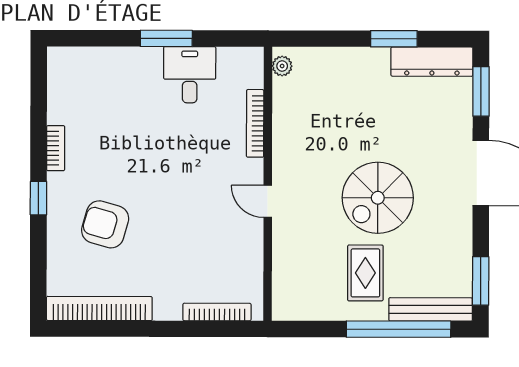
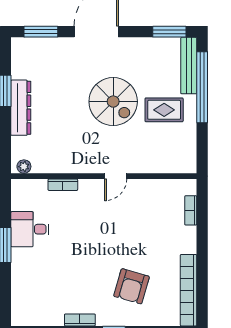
dresser: (432, 62) -> (21, 108), moved
bookcase: (255, 123) -> (63, 185), width x0.64
bookcase: (217, 312) -> (191, 210), width x0.64

